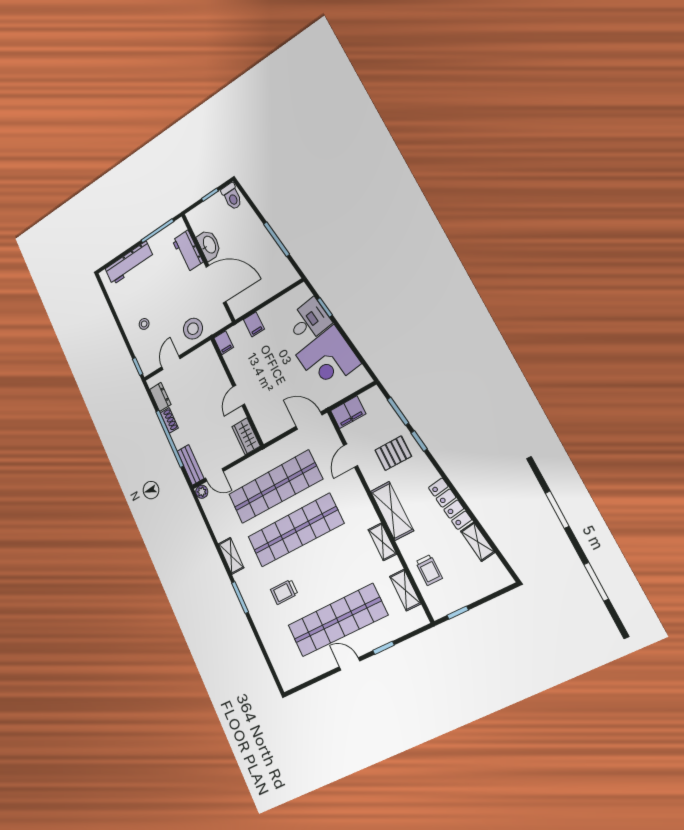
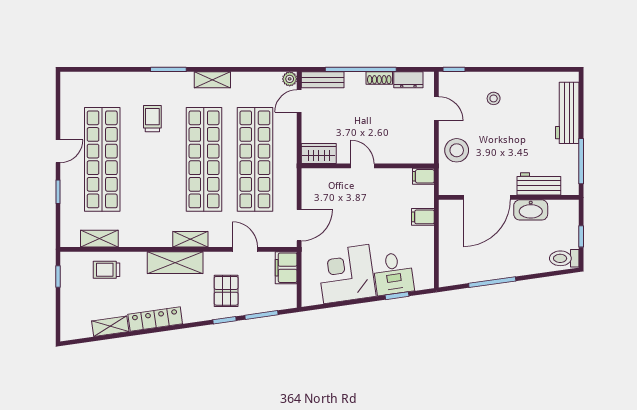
shelving: (382, 542) -> (190, 239), moved

